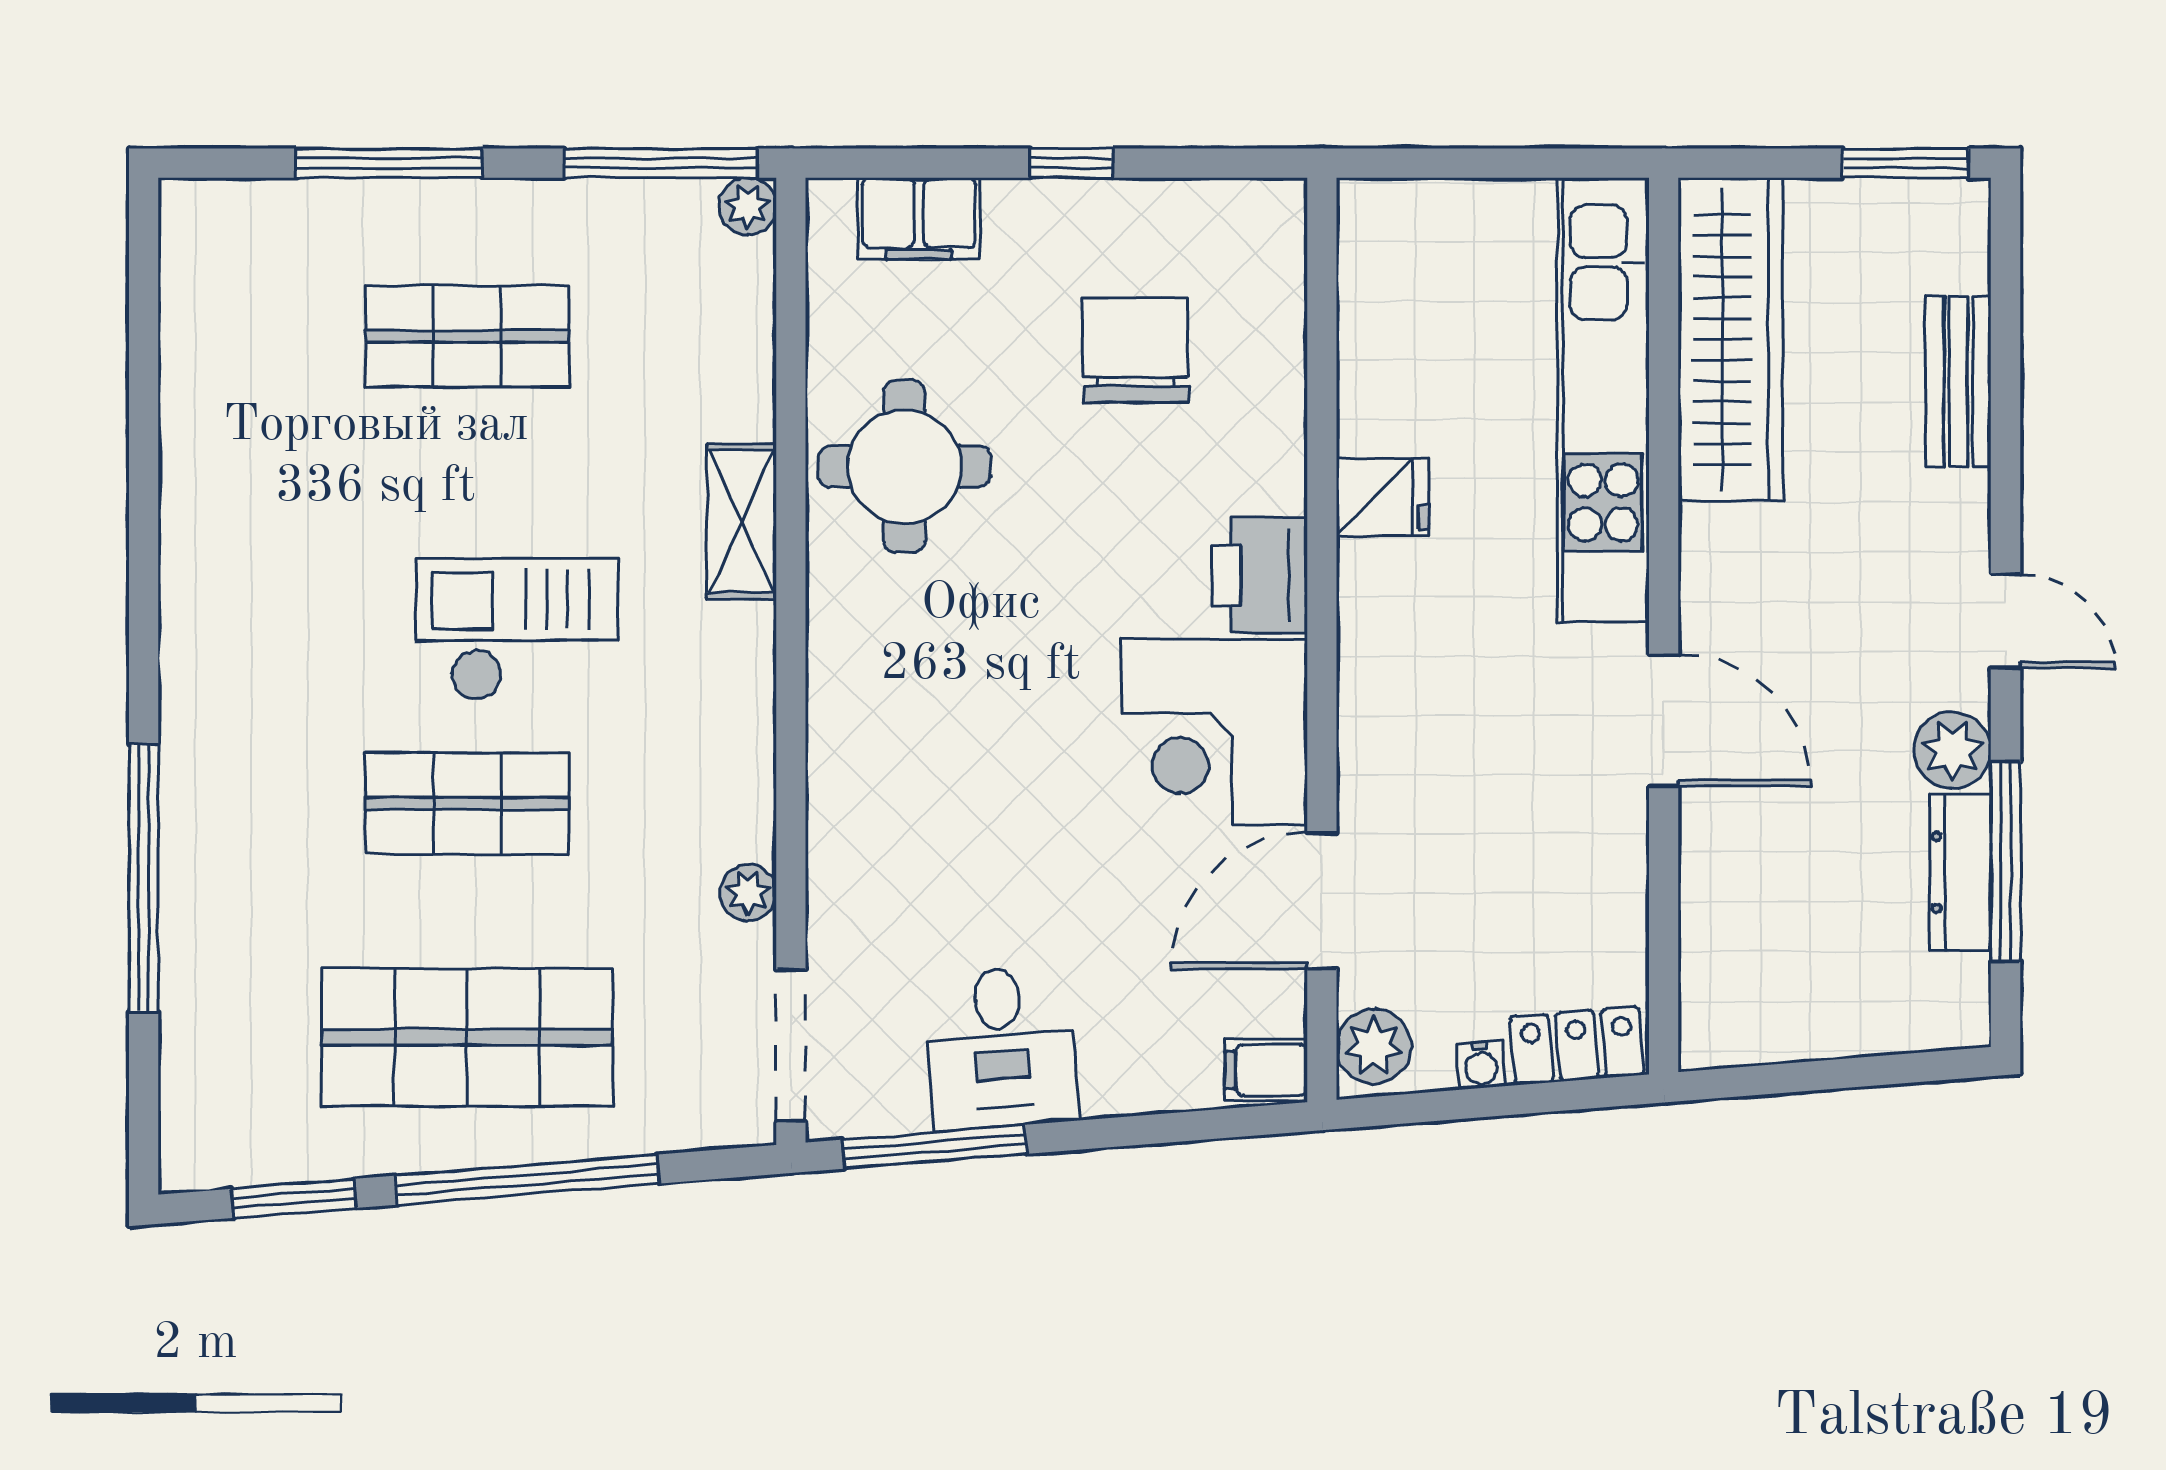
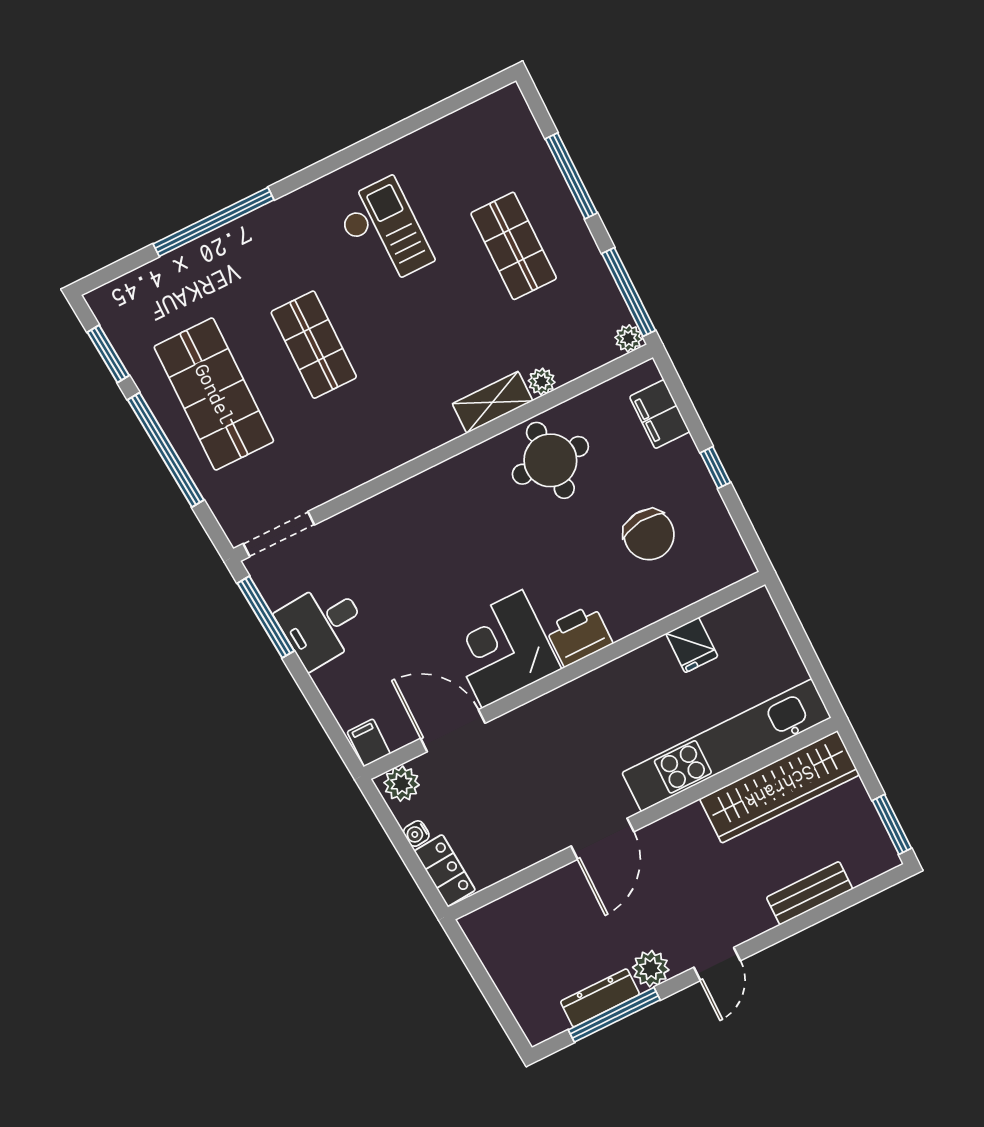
chair: (1135, 350) -> (649, 535), turned 84
fridge: (1383, 497) -> (692, 645), moved
checkout: (517, 629) -> (384, 232), moved
plant: (748, 893) -> (542, 381), moved

